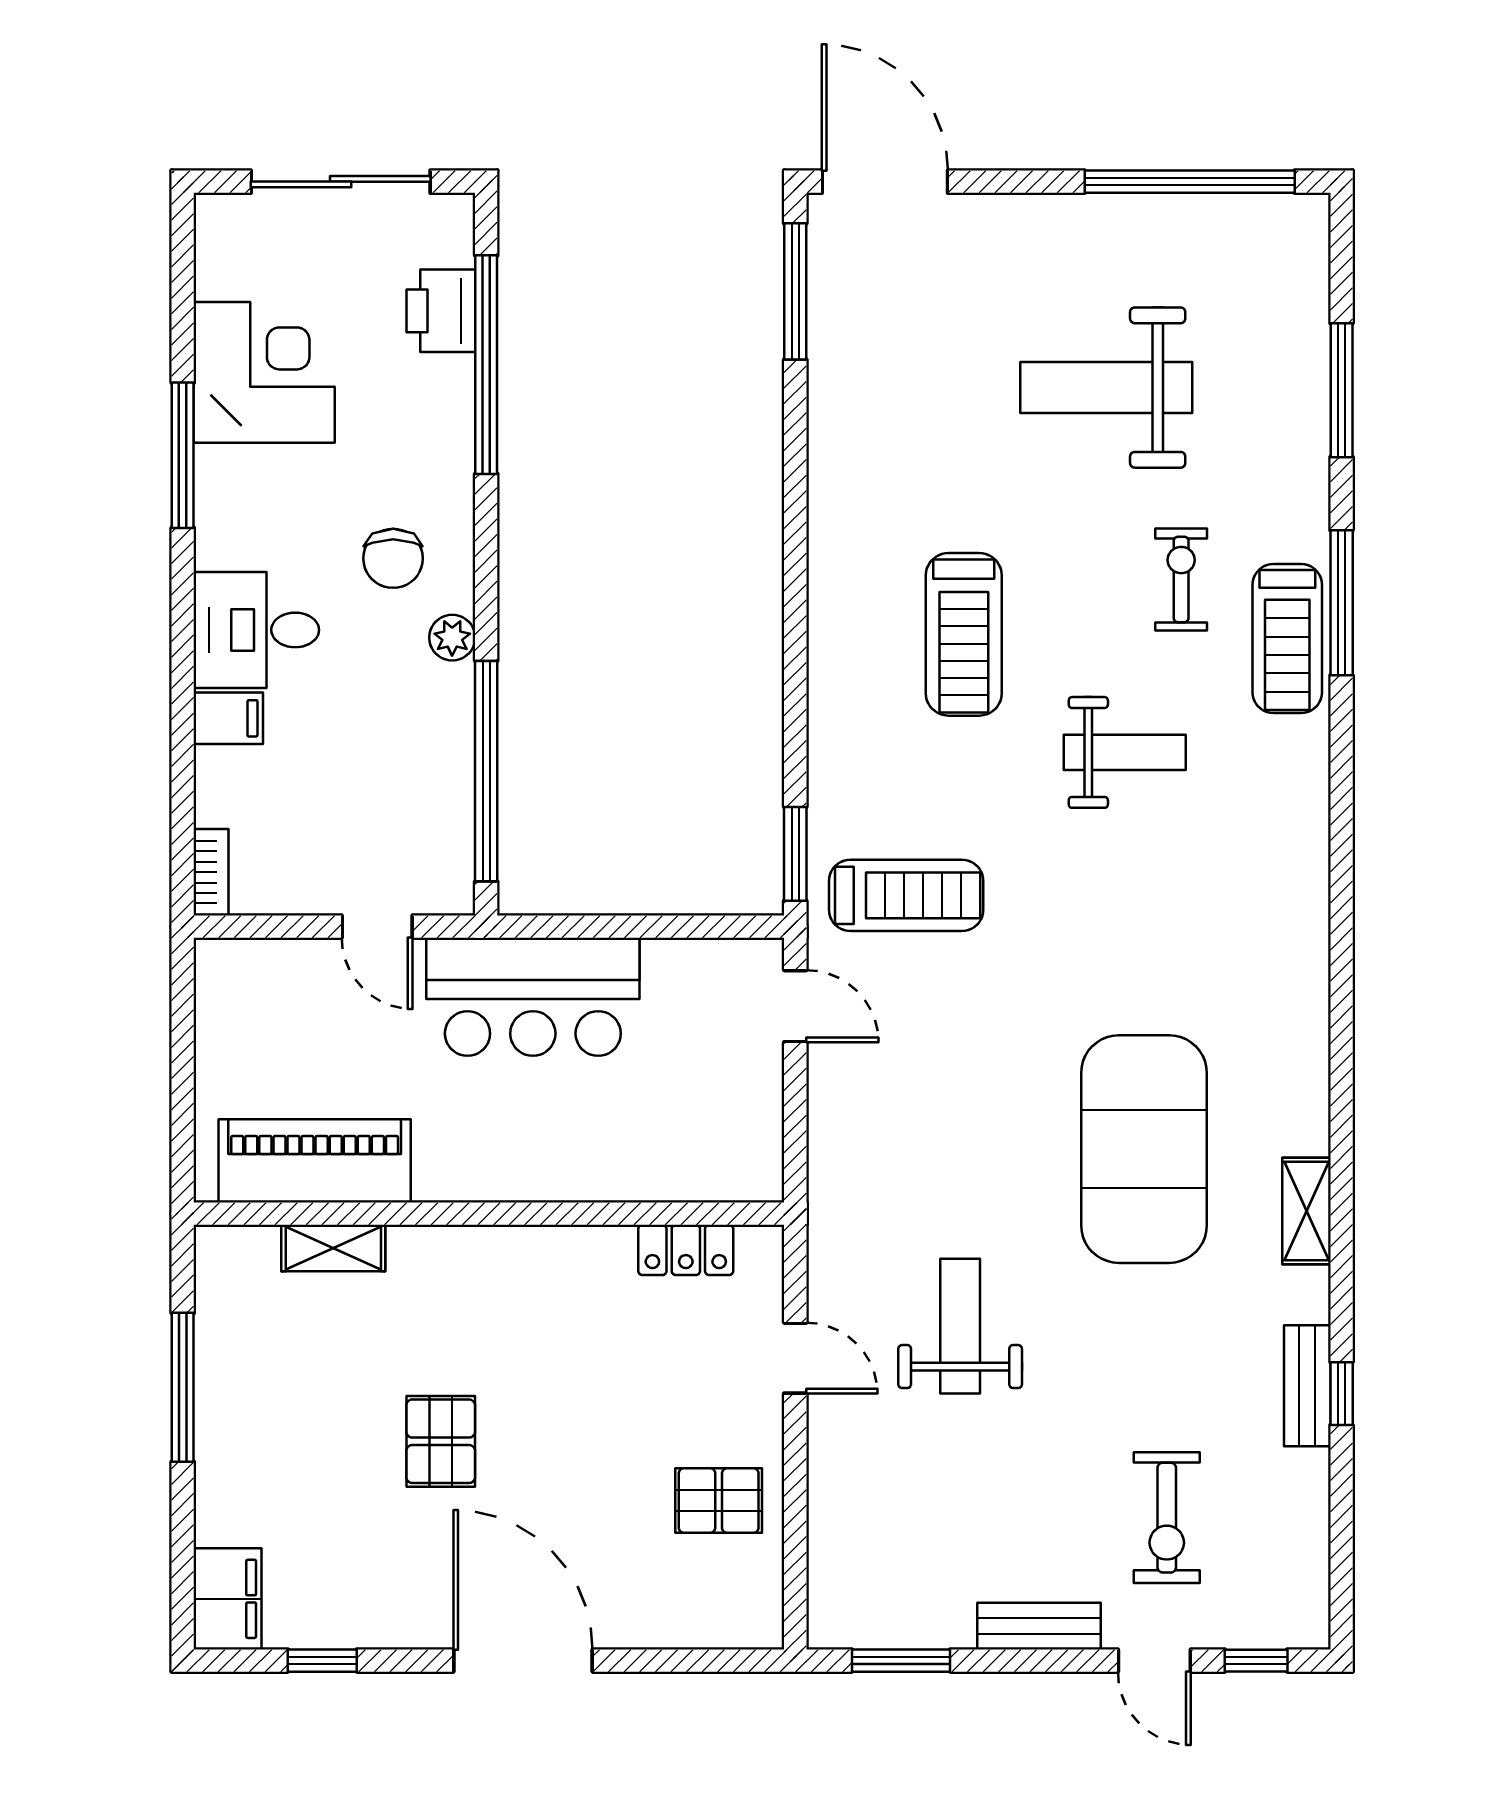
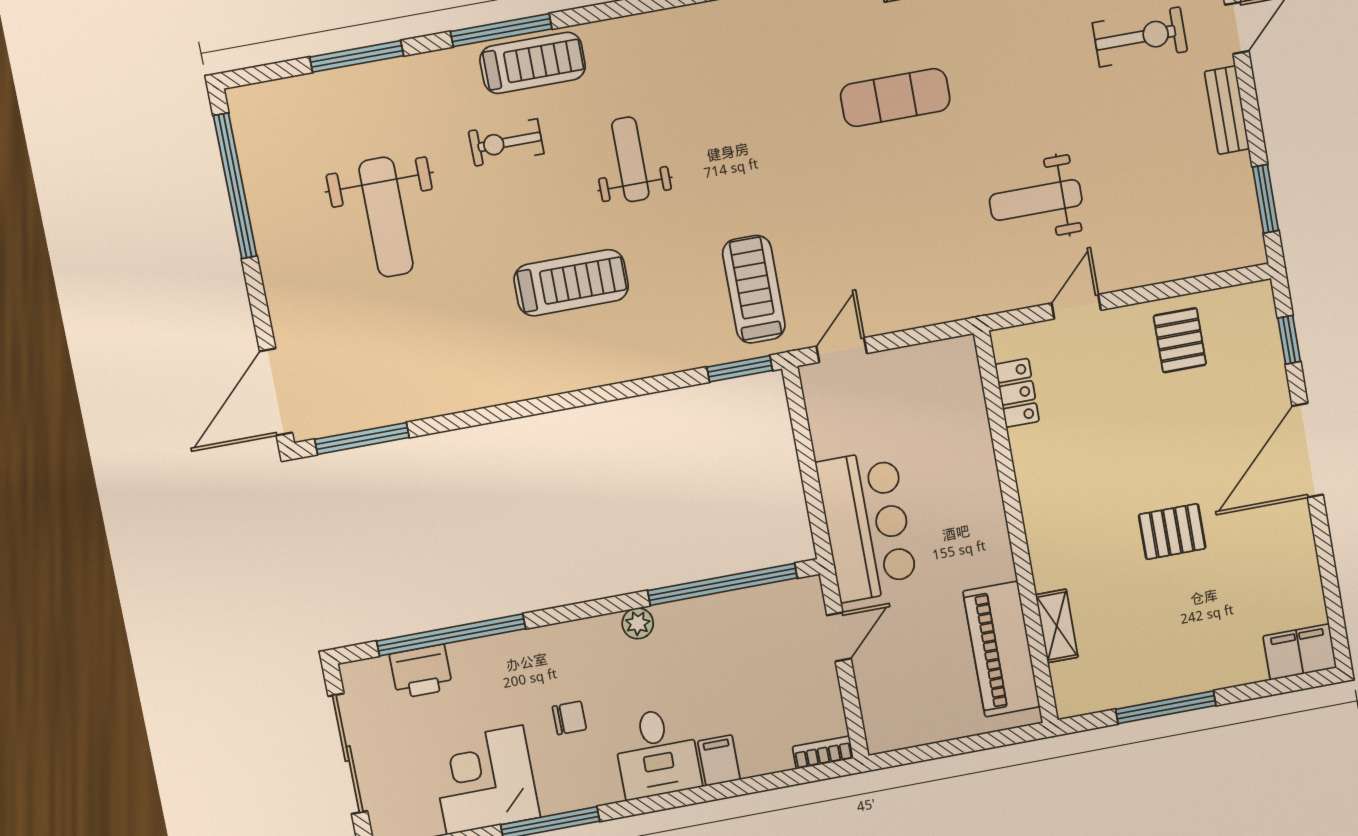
chair: (393, 558) -> (569, 718), moved, width x0.73, depth x0.73
exercise mat: (1144, 1149) -> (895, 98), width x0.50, depth x0.69
window: (322, 1661) -> (1289, 340), moved

